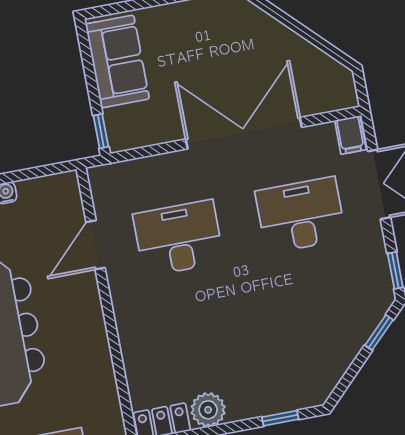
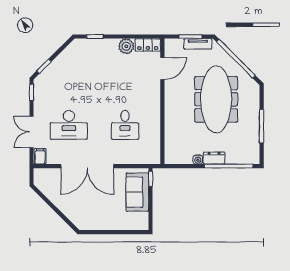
sofa: (117, 61) -> (137, 192), moved
desk: (178, 238) -> (125, 125), width x0.73
door: (96, 245) -> (162, 69), moved

